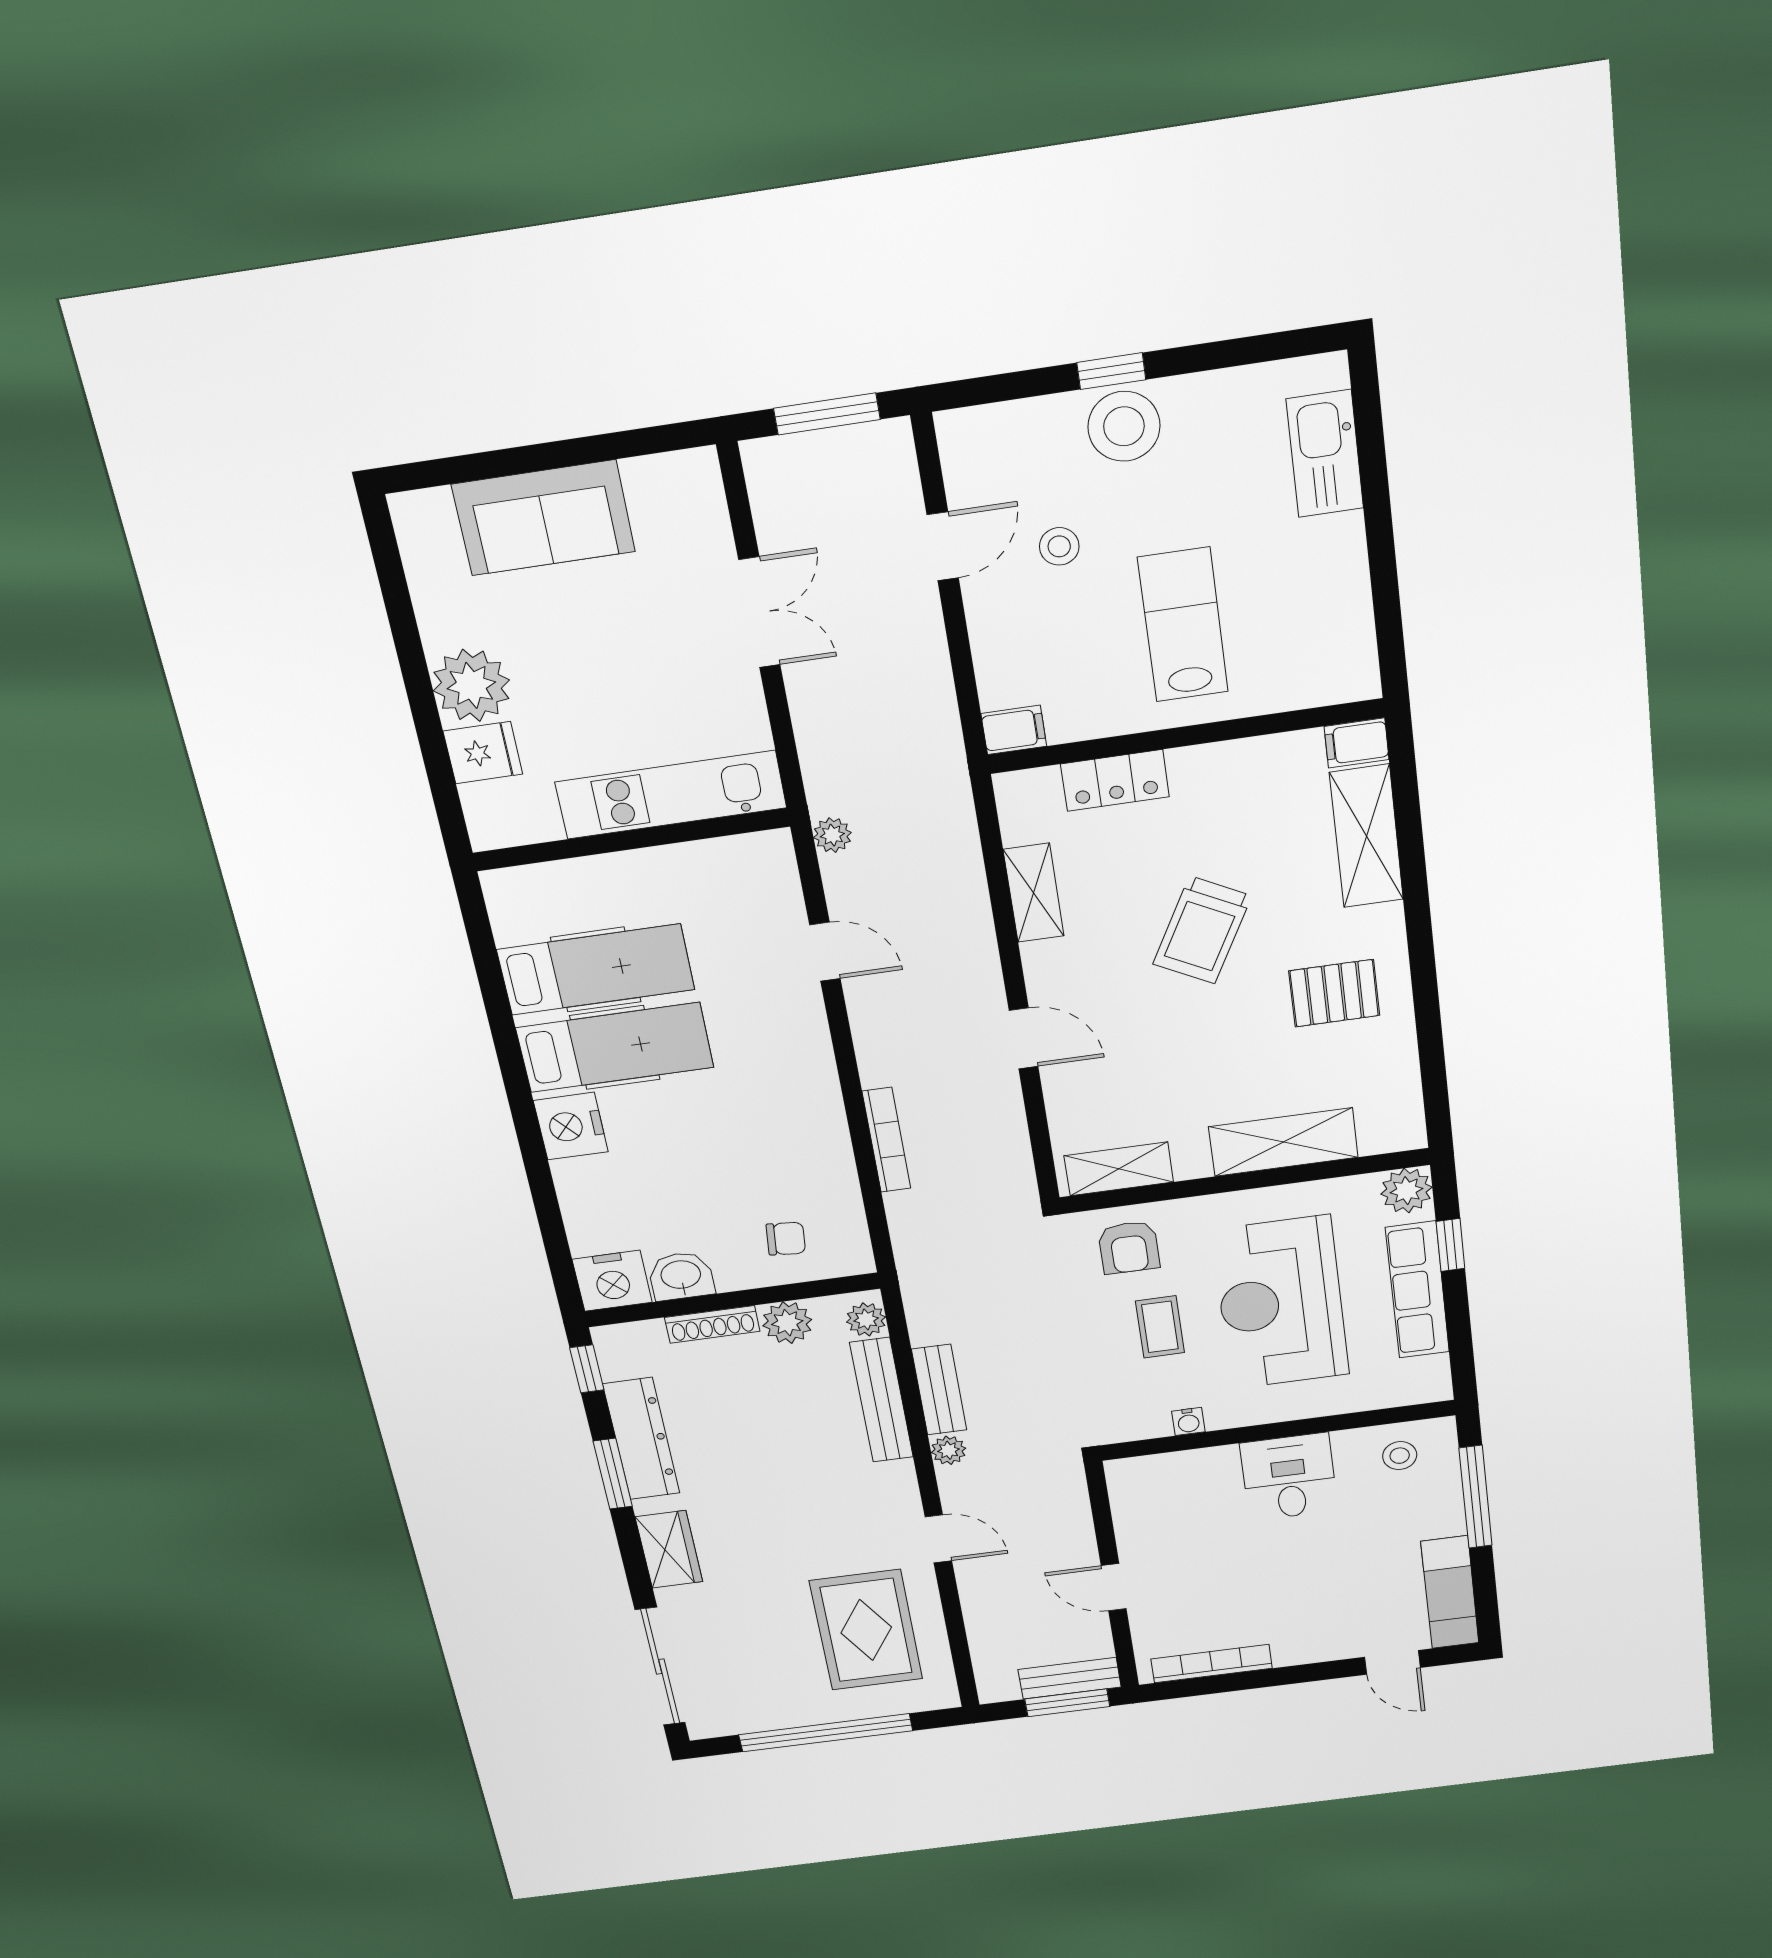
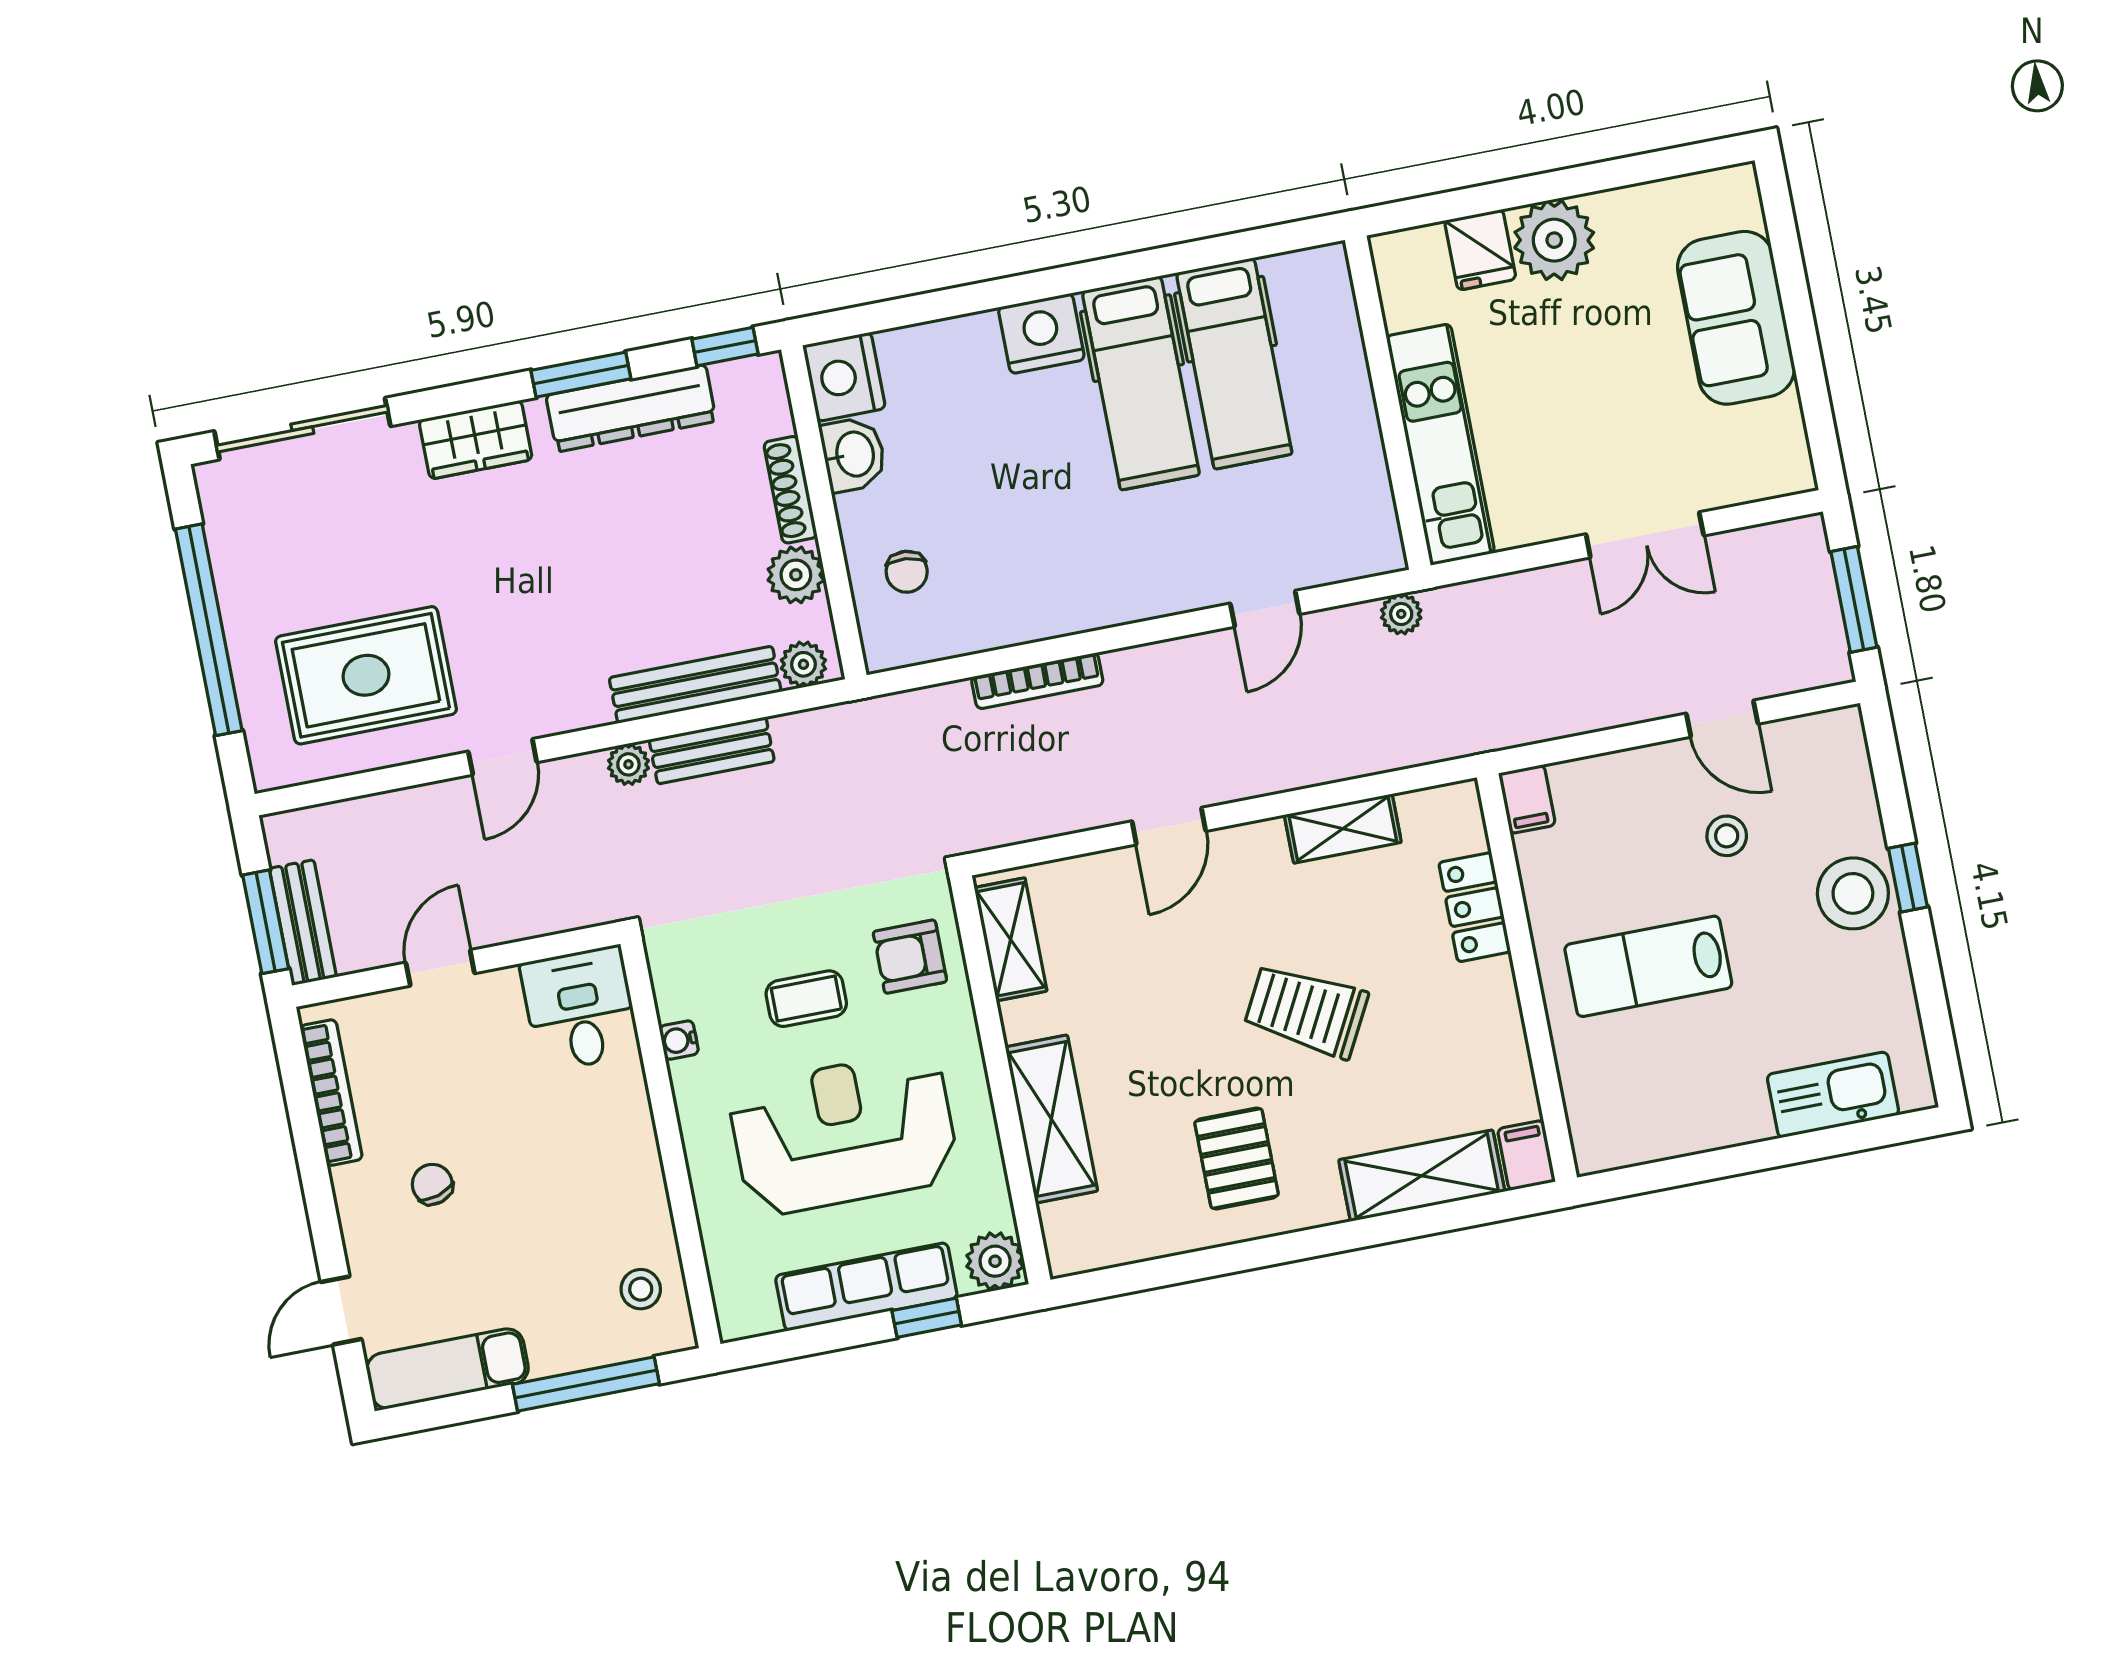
lab bench: (1183, 625) -> (1648, 966), turned 180
desk: (1289, 1477) -> (580, 1009), moved, turned -90
chair: (1295, 1598) -> (432, 1184), added

